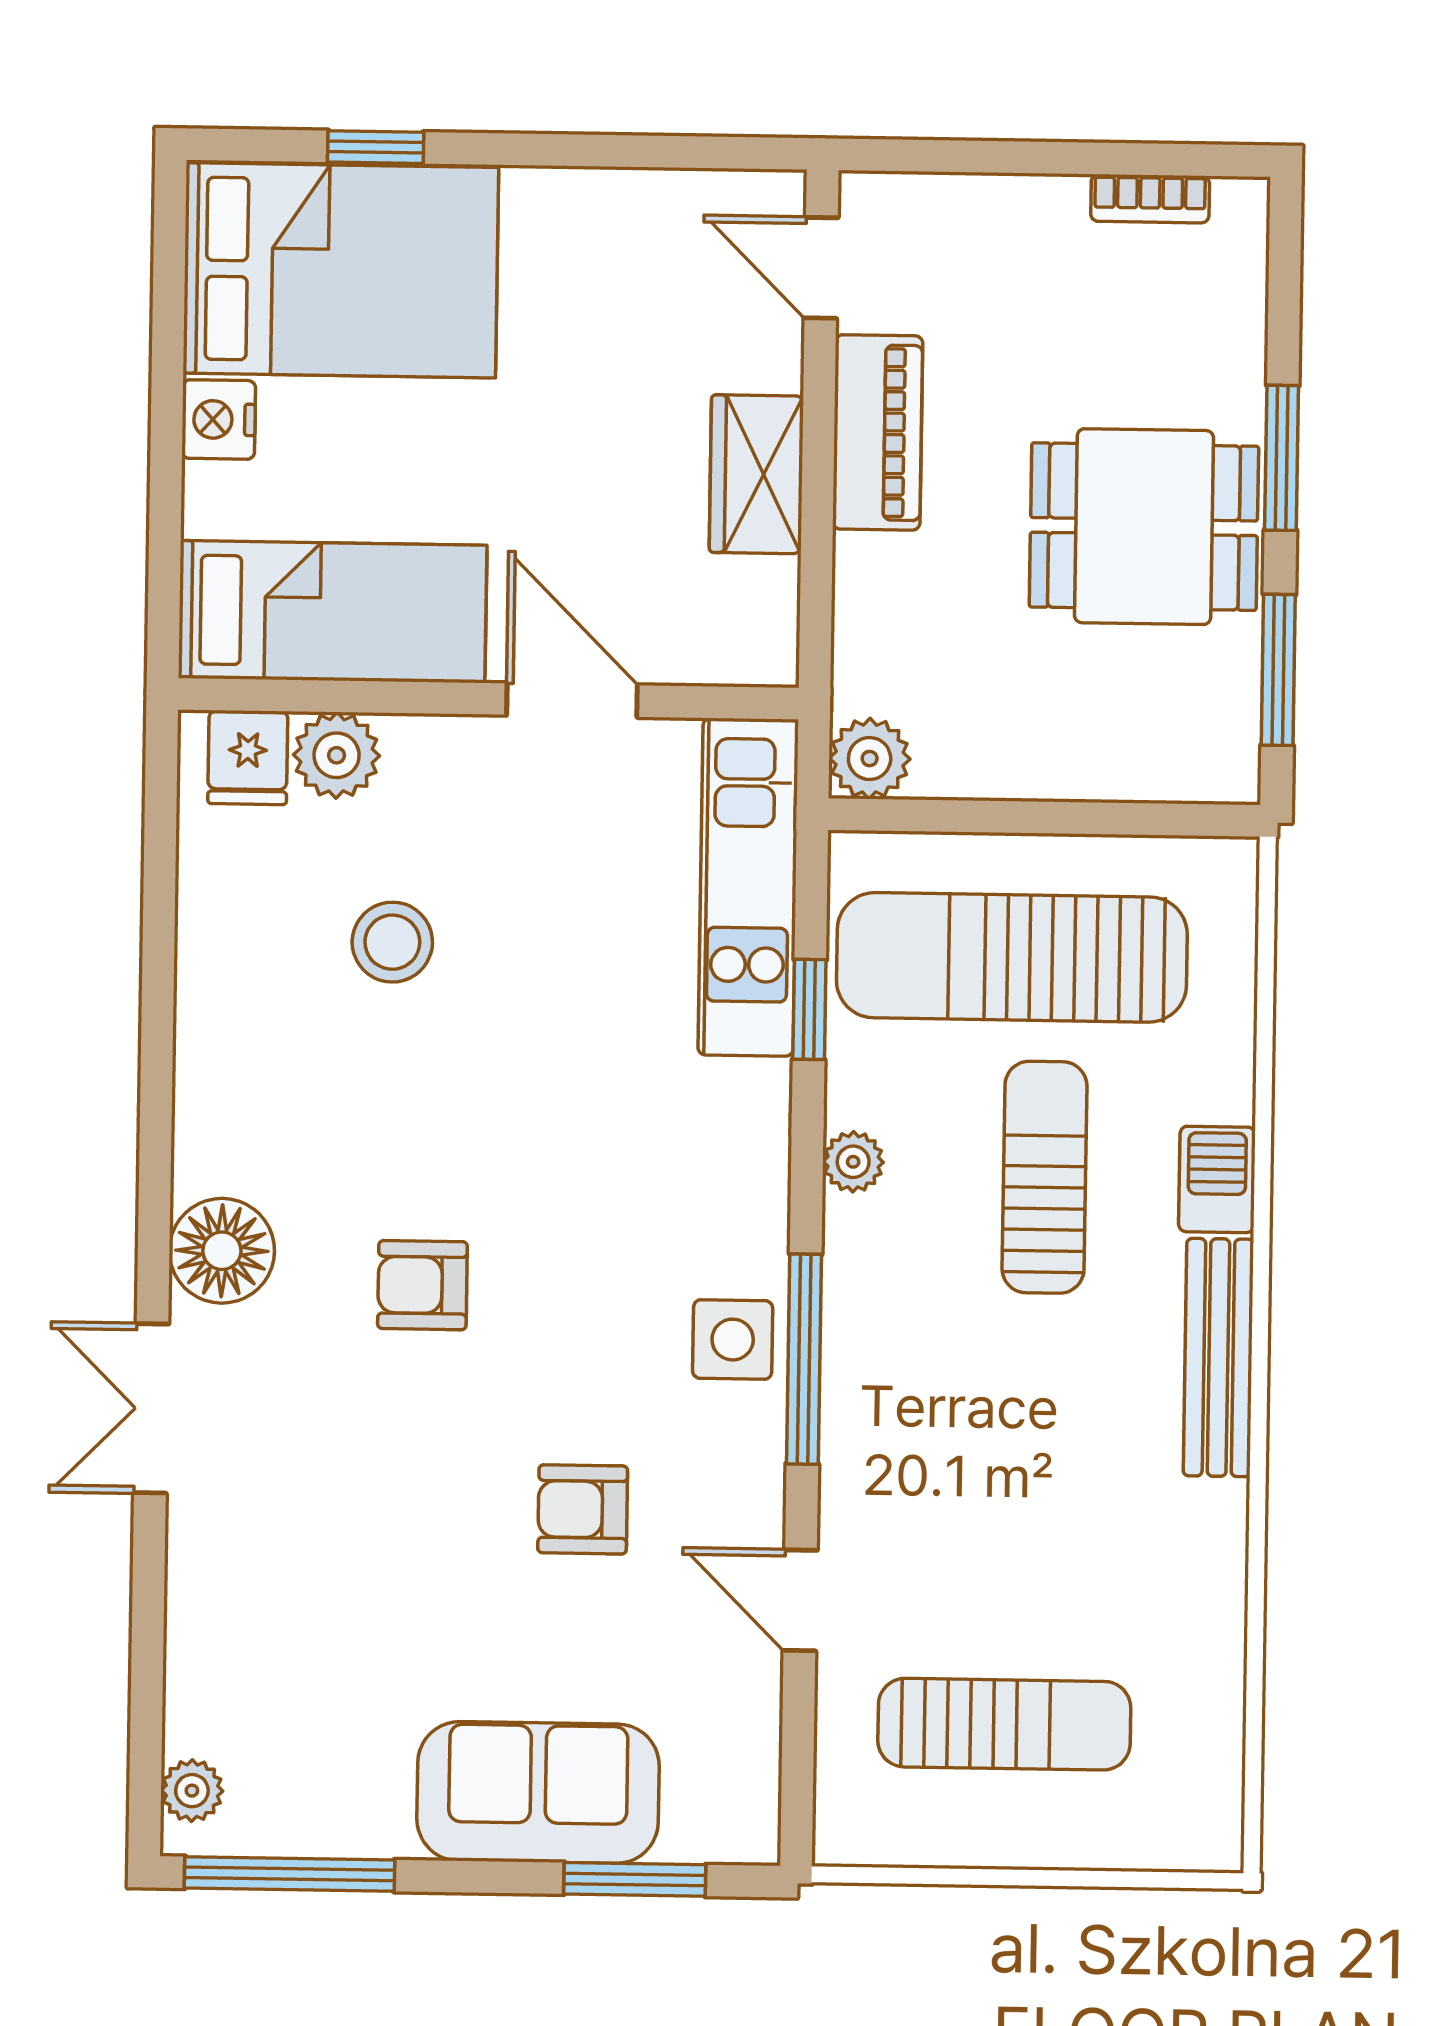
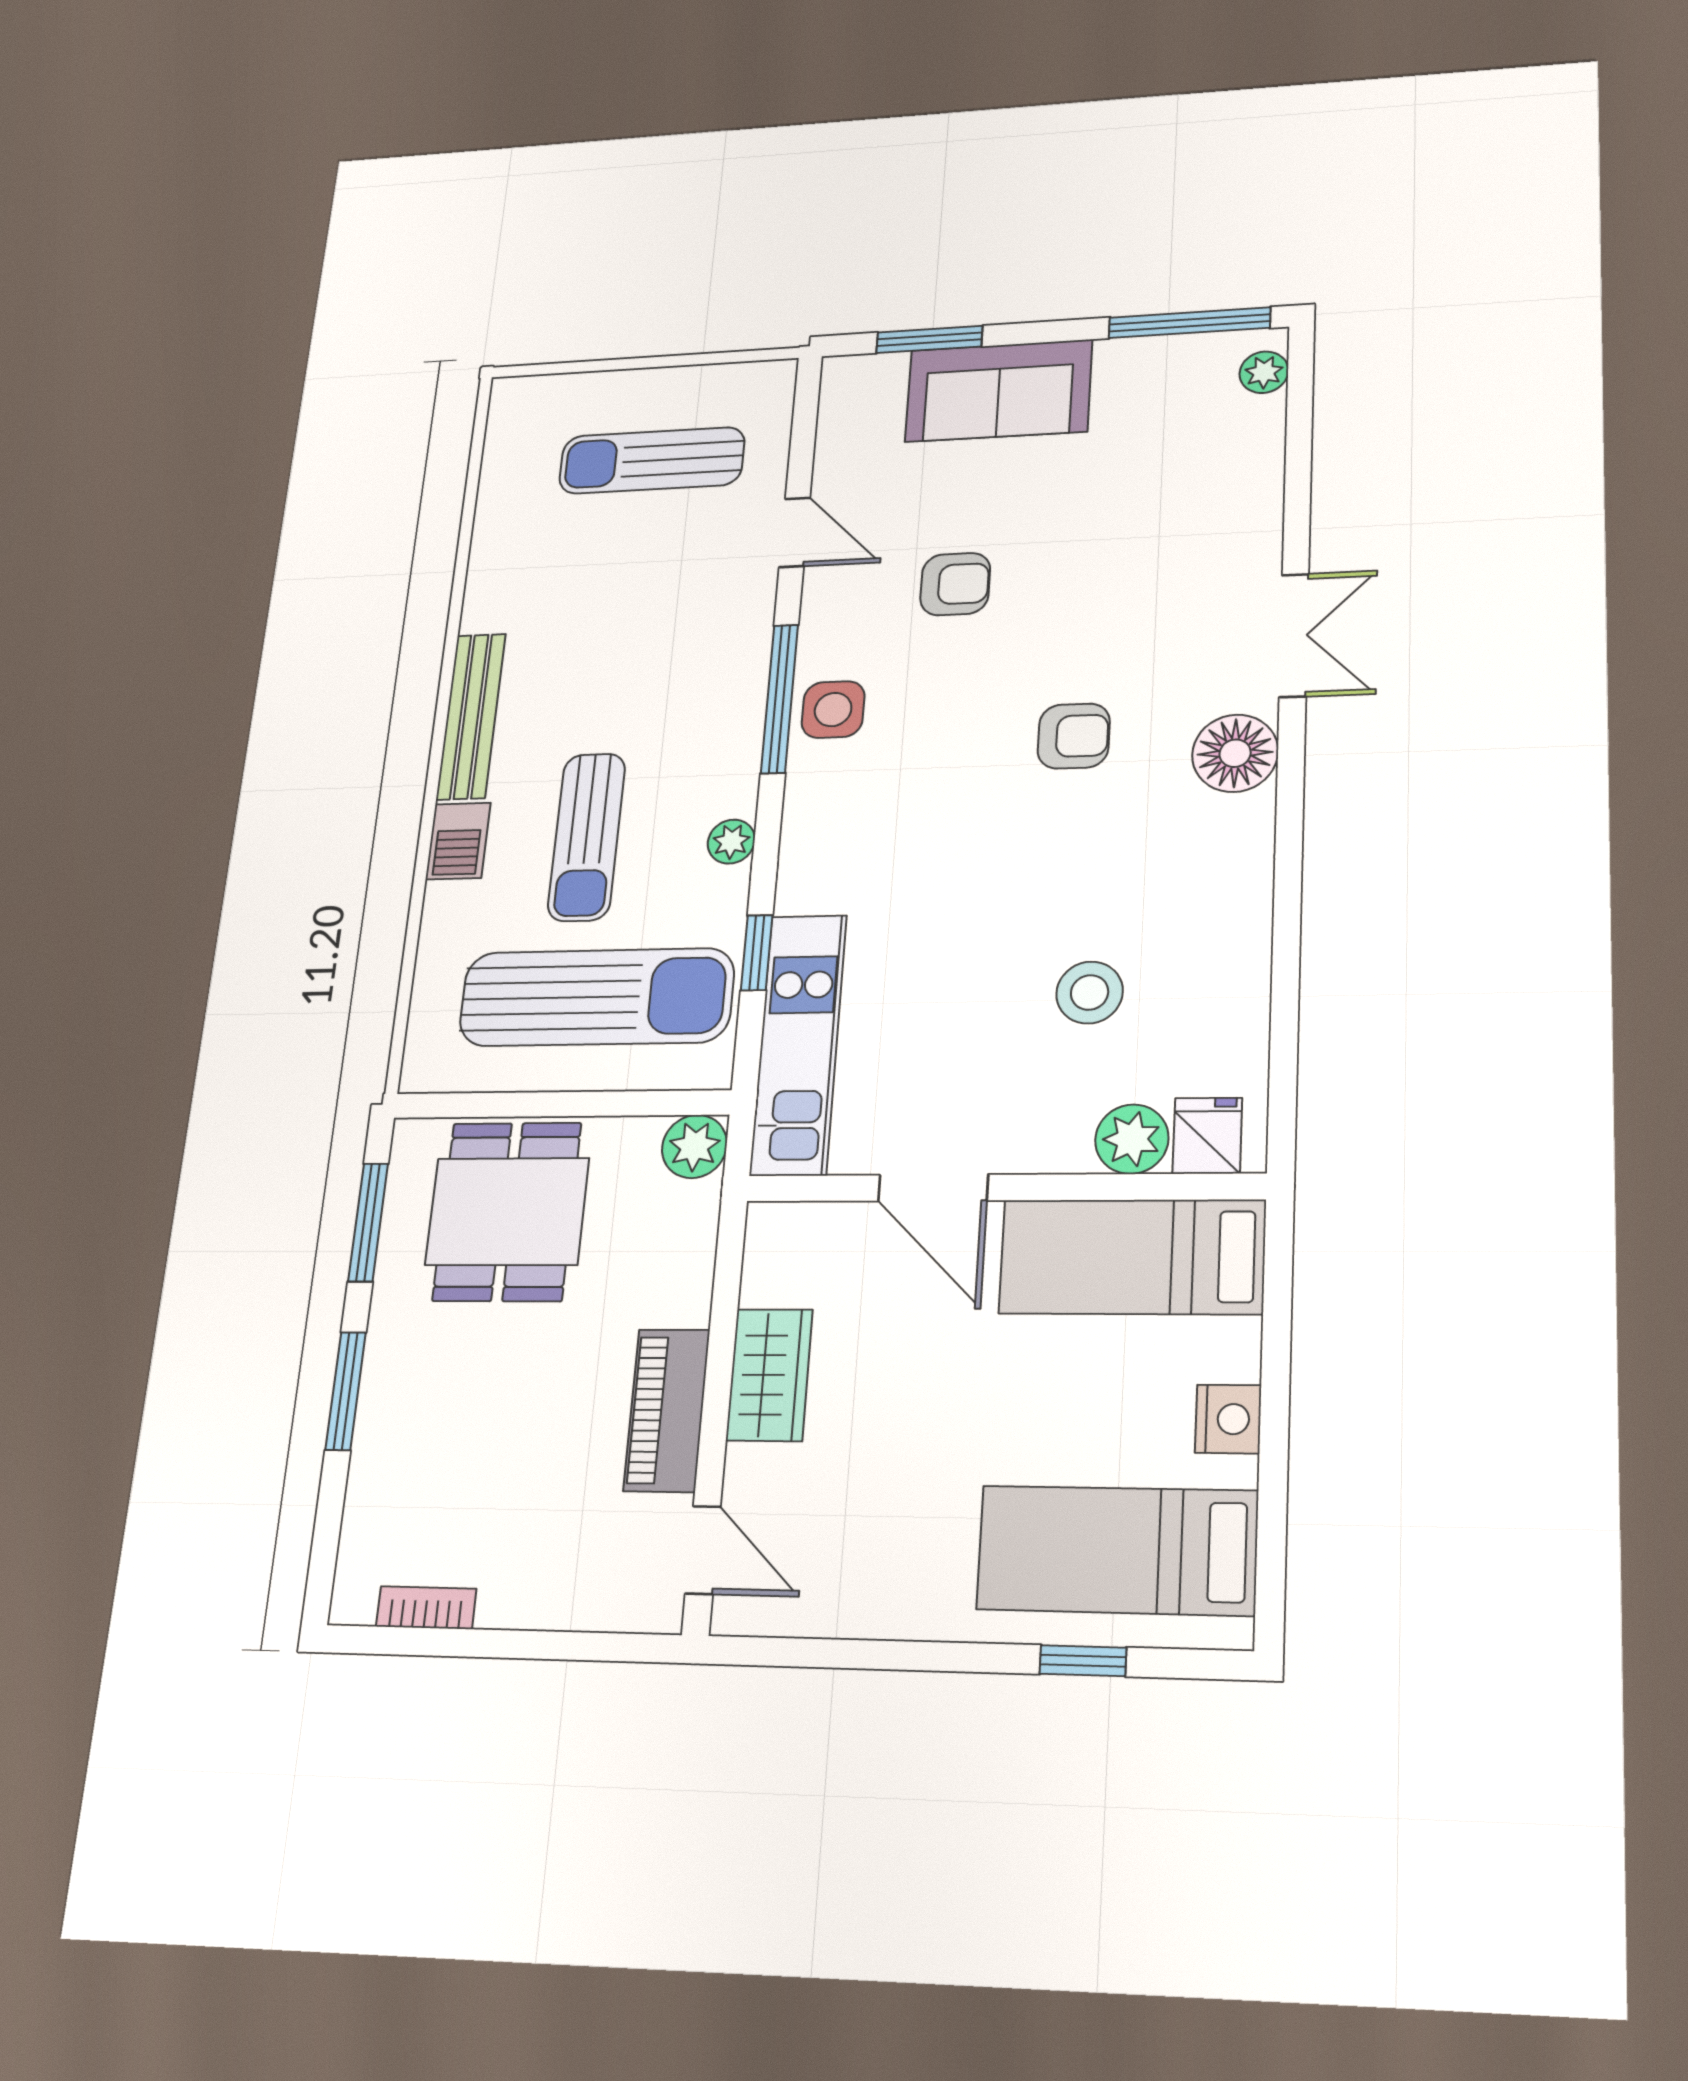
bed: (341, 270) -> (1117, 1550), width x0.67
dining table: (1144, 527) -> (507, 1211), moved, turned 90

